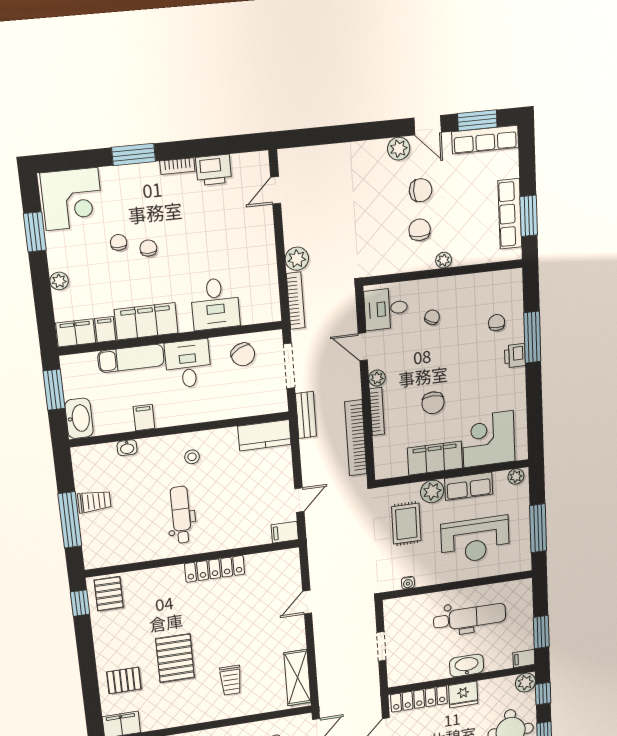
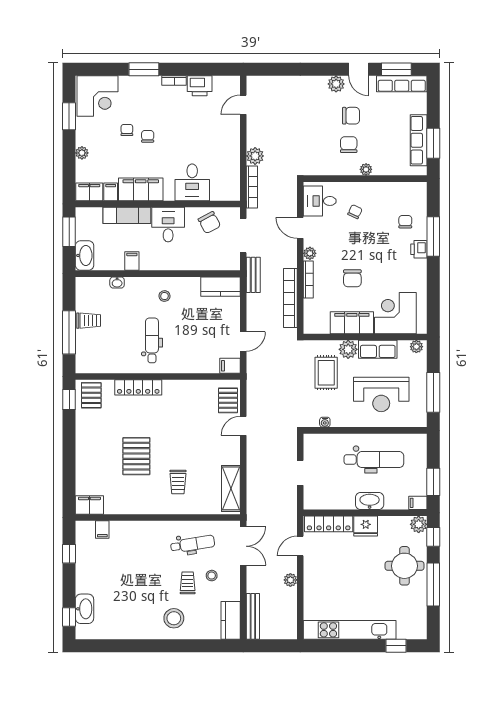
locker: (215, 569) -> (138, 387), moved
pallet: (124, 680) -> (228, 400), moved, turned 90

